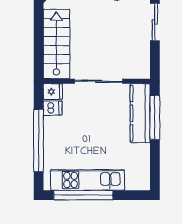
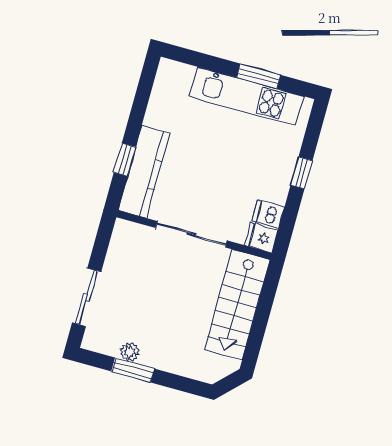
window: (155, 117) -> (125, 160), width x0.46
window: (39, 140) -> (301, 173), width x0.32
window: (83, 195) -> (259, 76), width x0.47

